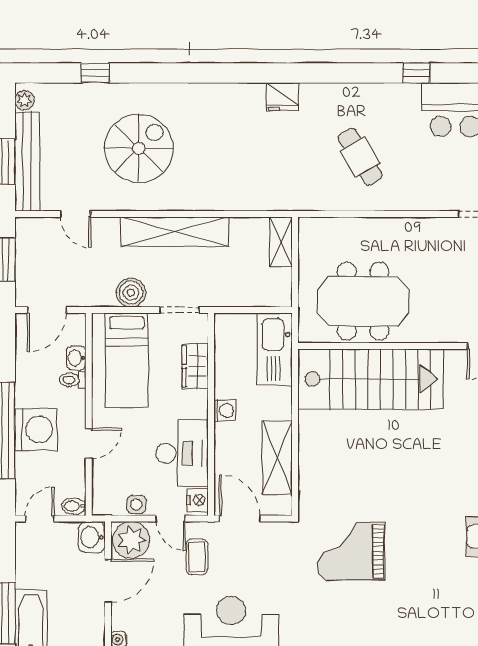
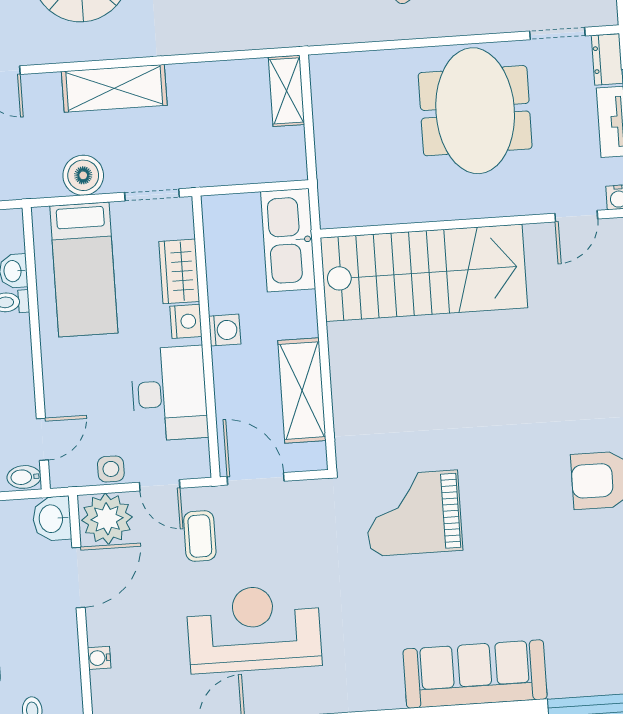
shelving: (175, 232) -> (114, 88), width x0.68
meeting table: (363, 301) -> (475, 111), moved, turned 90
door: (89, 443) -> (42, 439), moved
nightstand: (197, 500) -> (186, 321), moved

